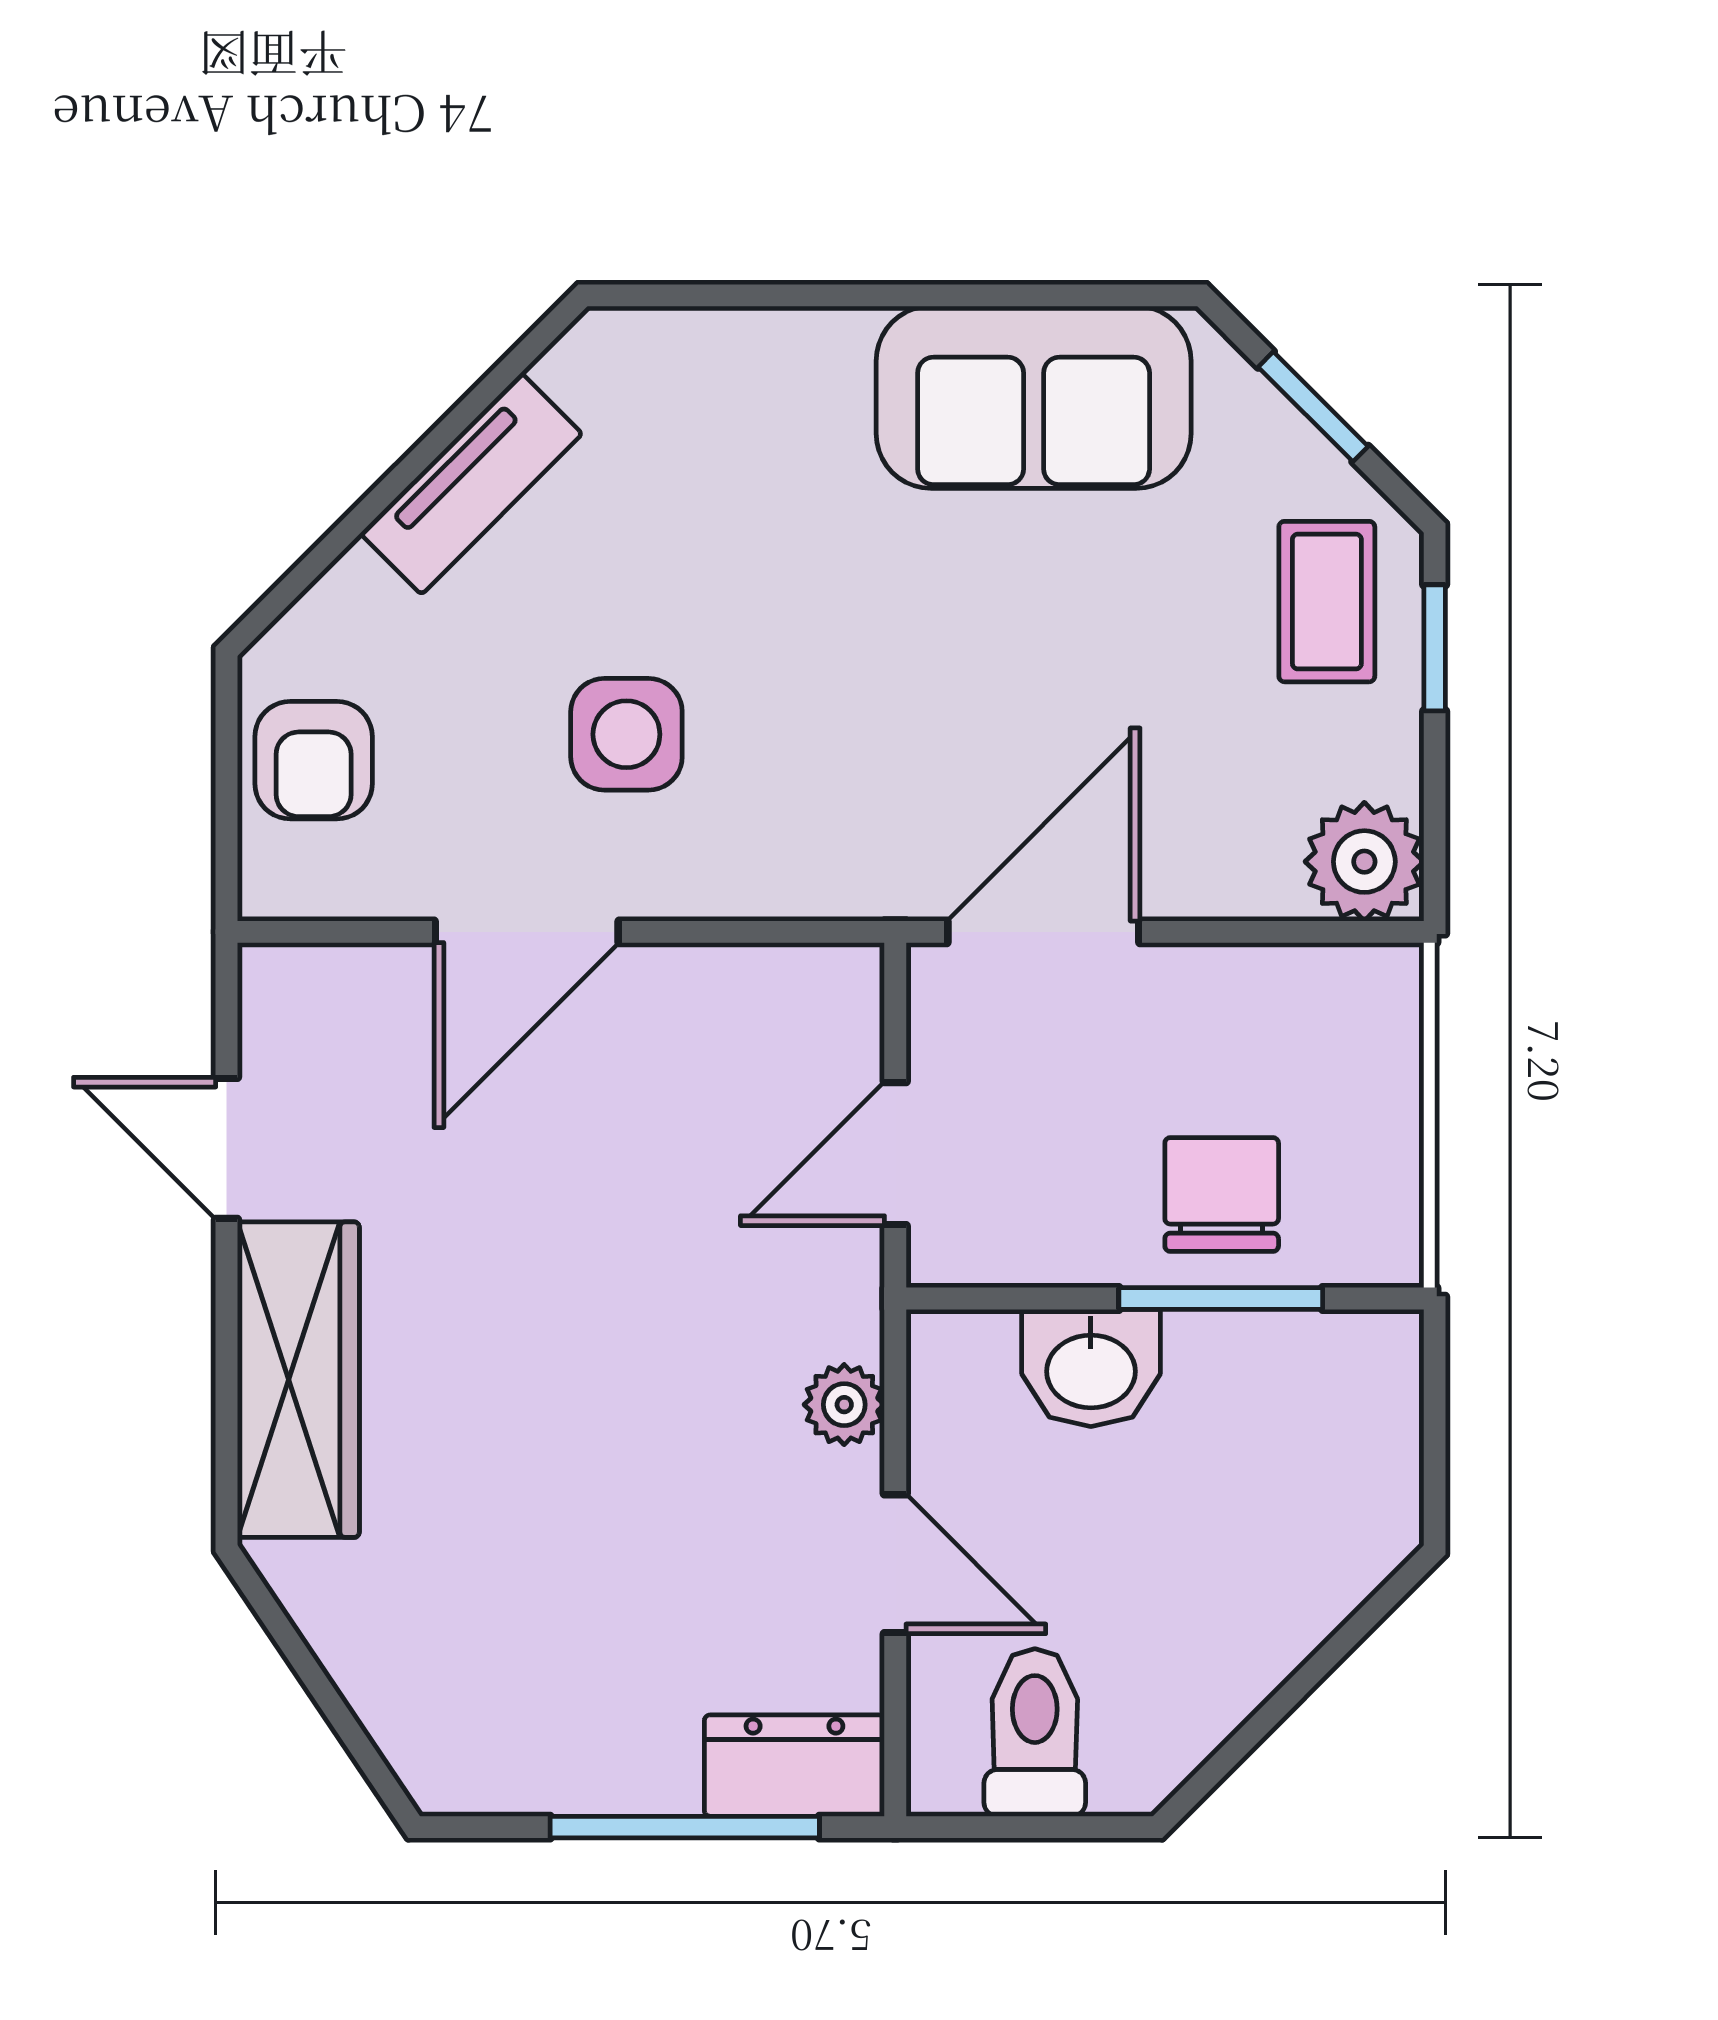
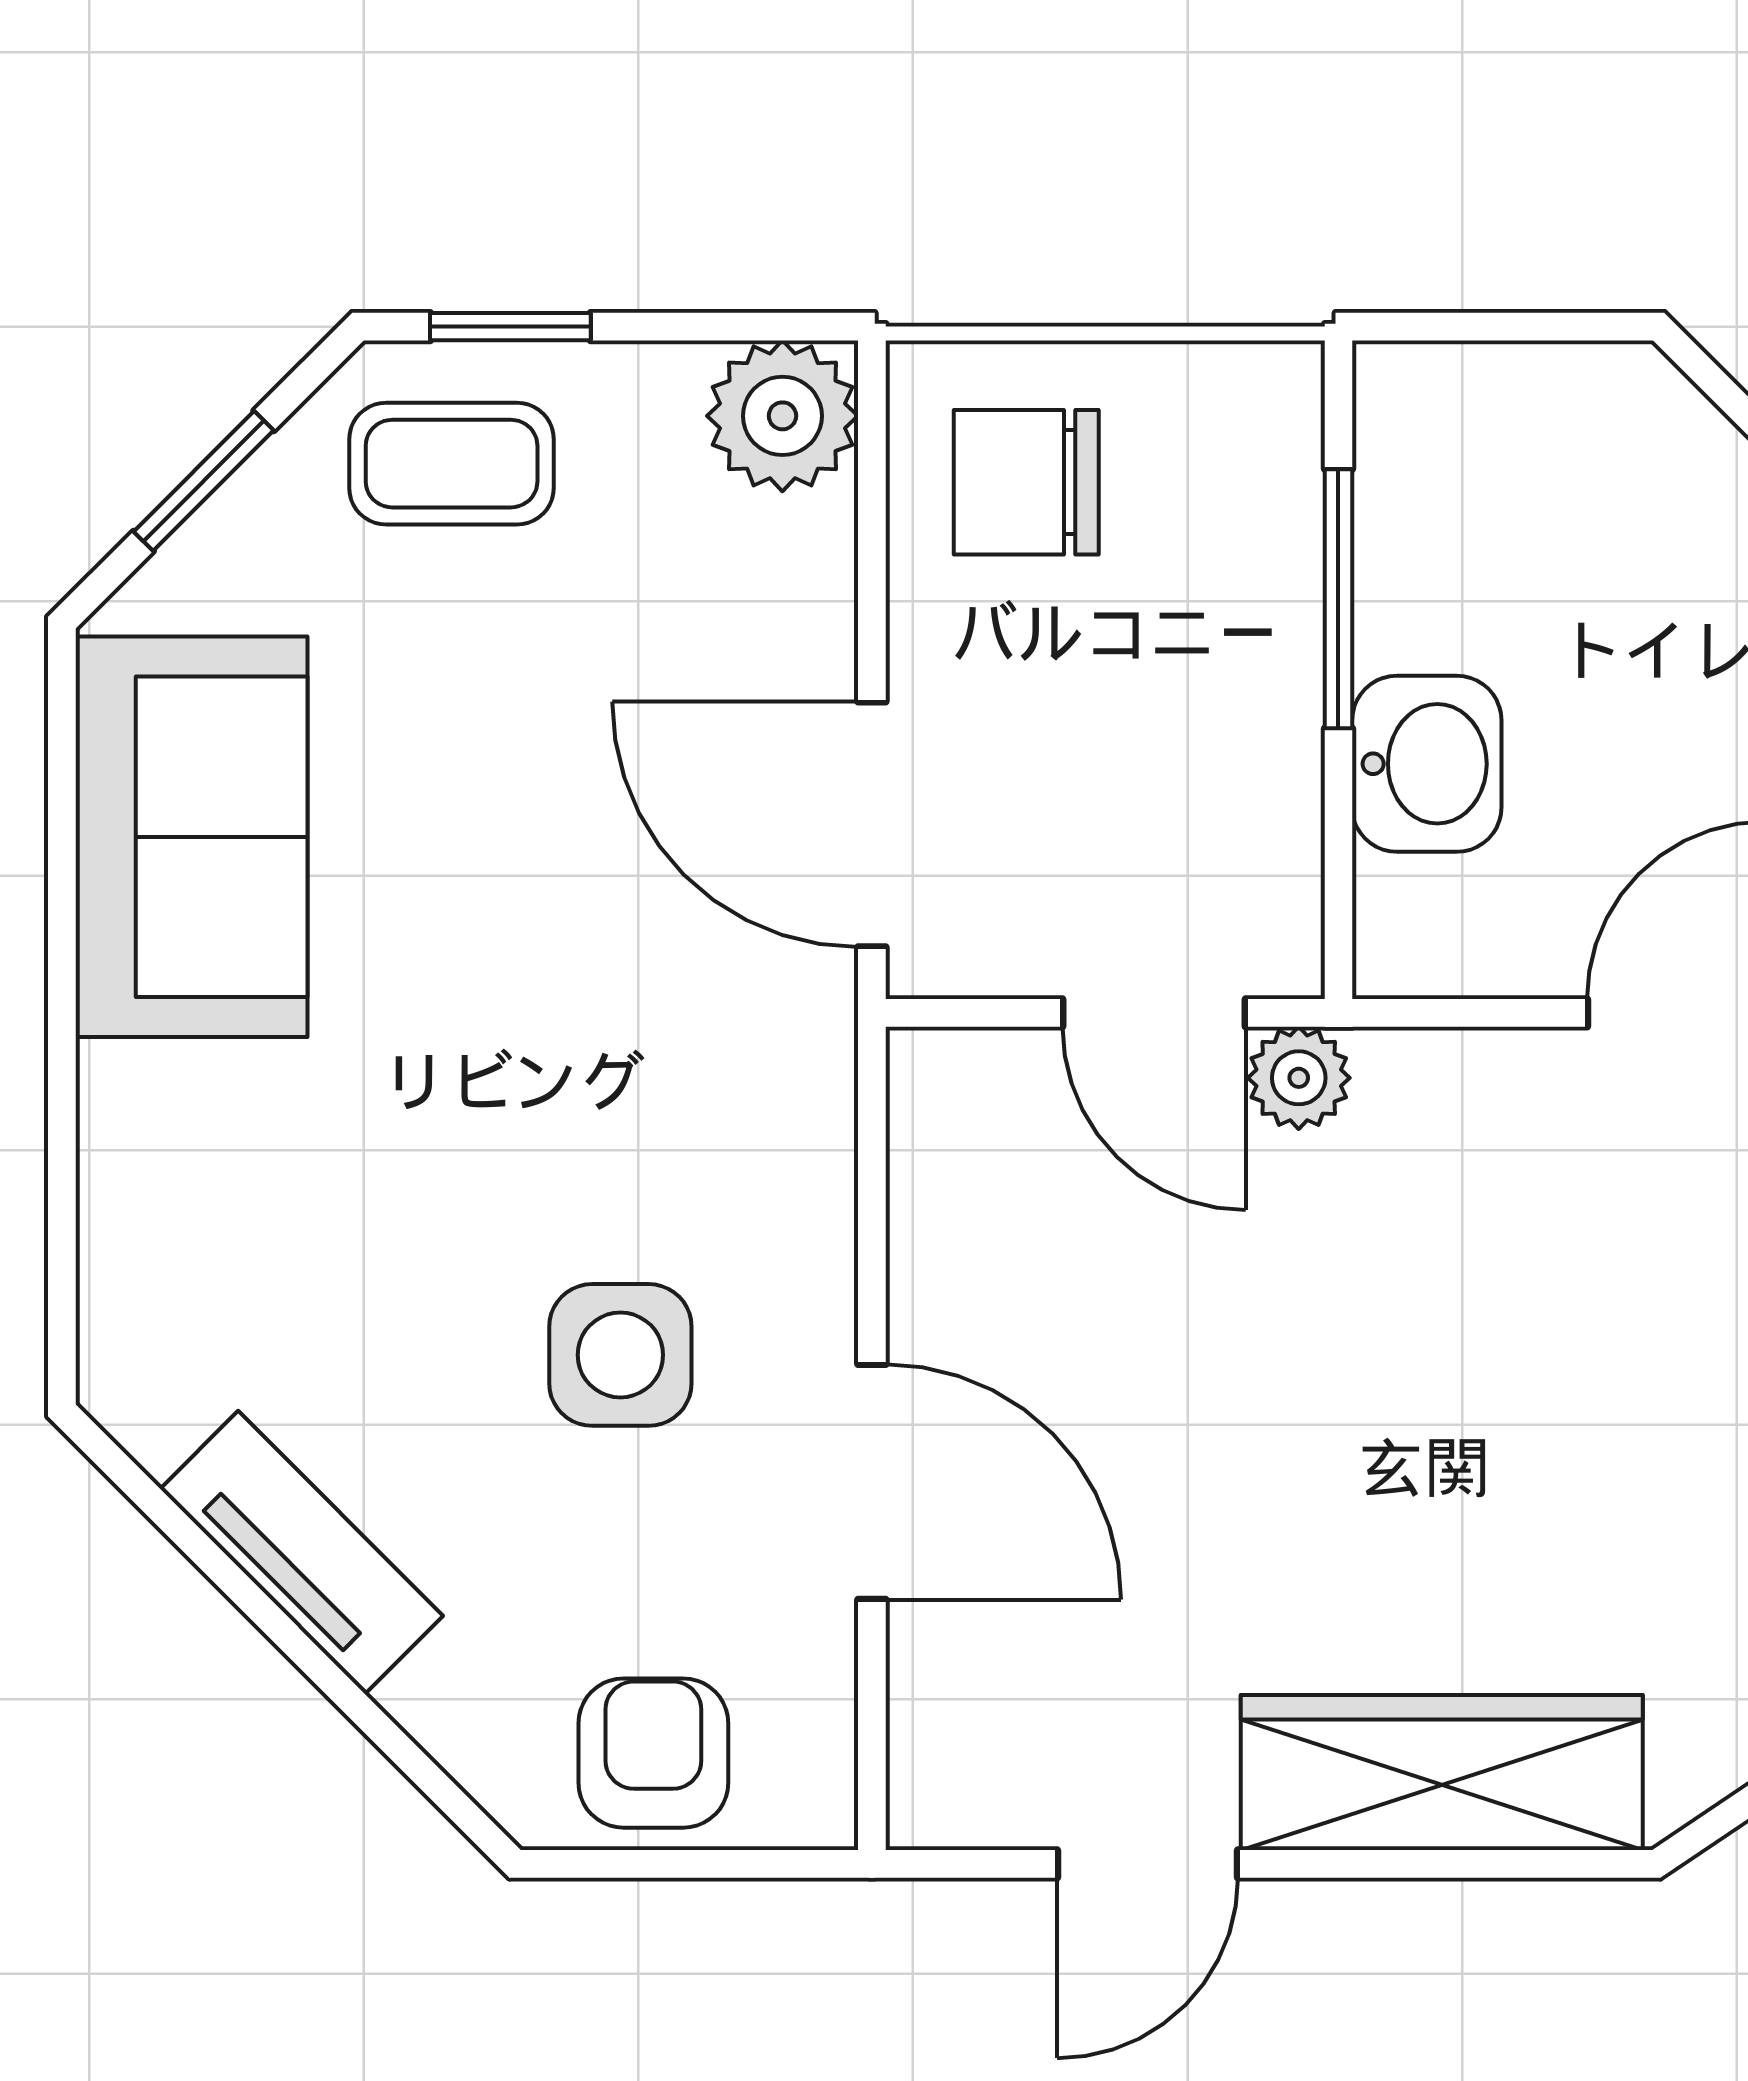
armchair: (314, 760) -> (653, 1753), turned -90
chair: (1222, 1194) -> (1026, 482), moved
plant: (844, 1405) -> (1299, 1078), moved

